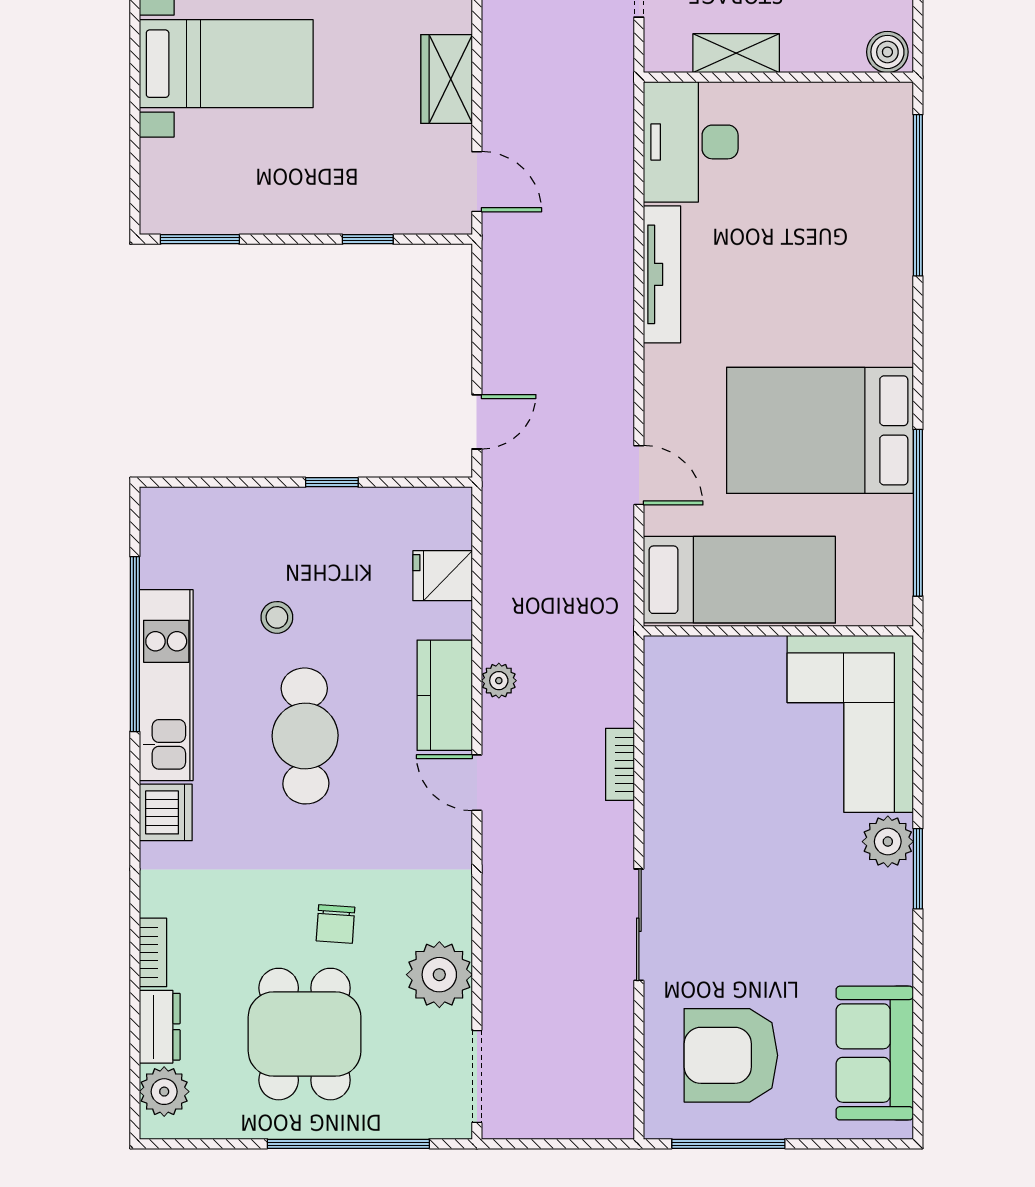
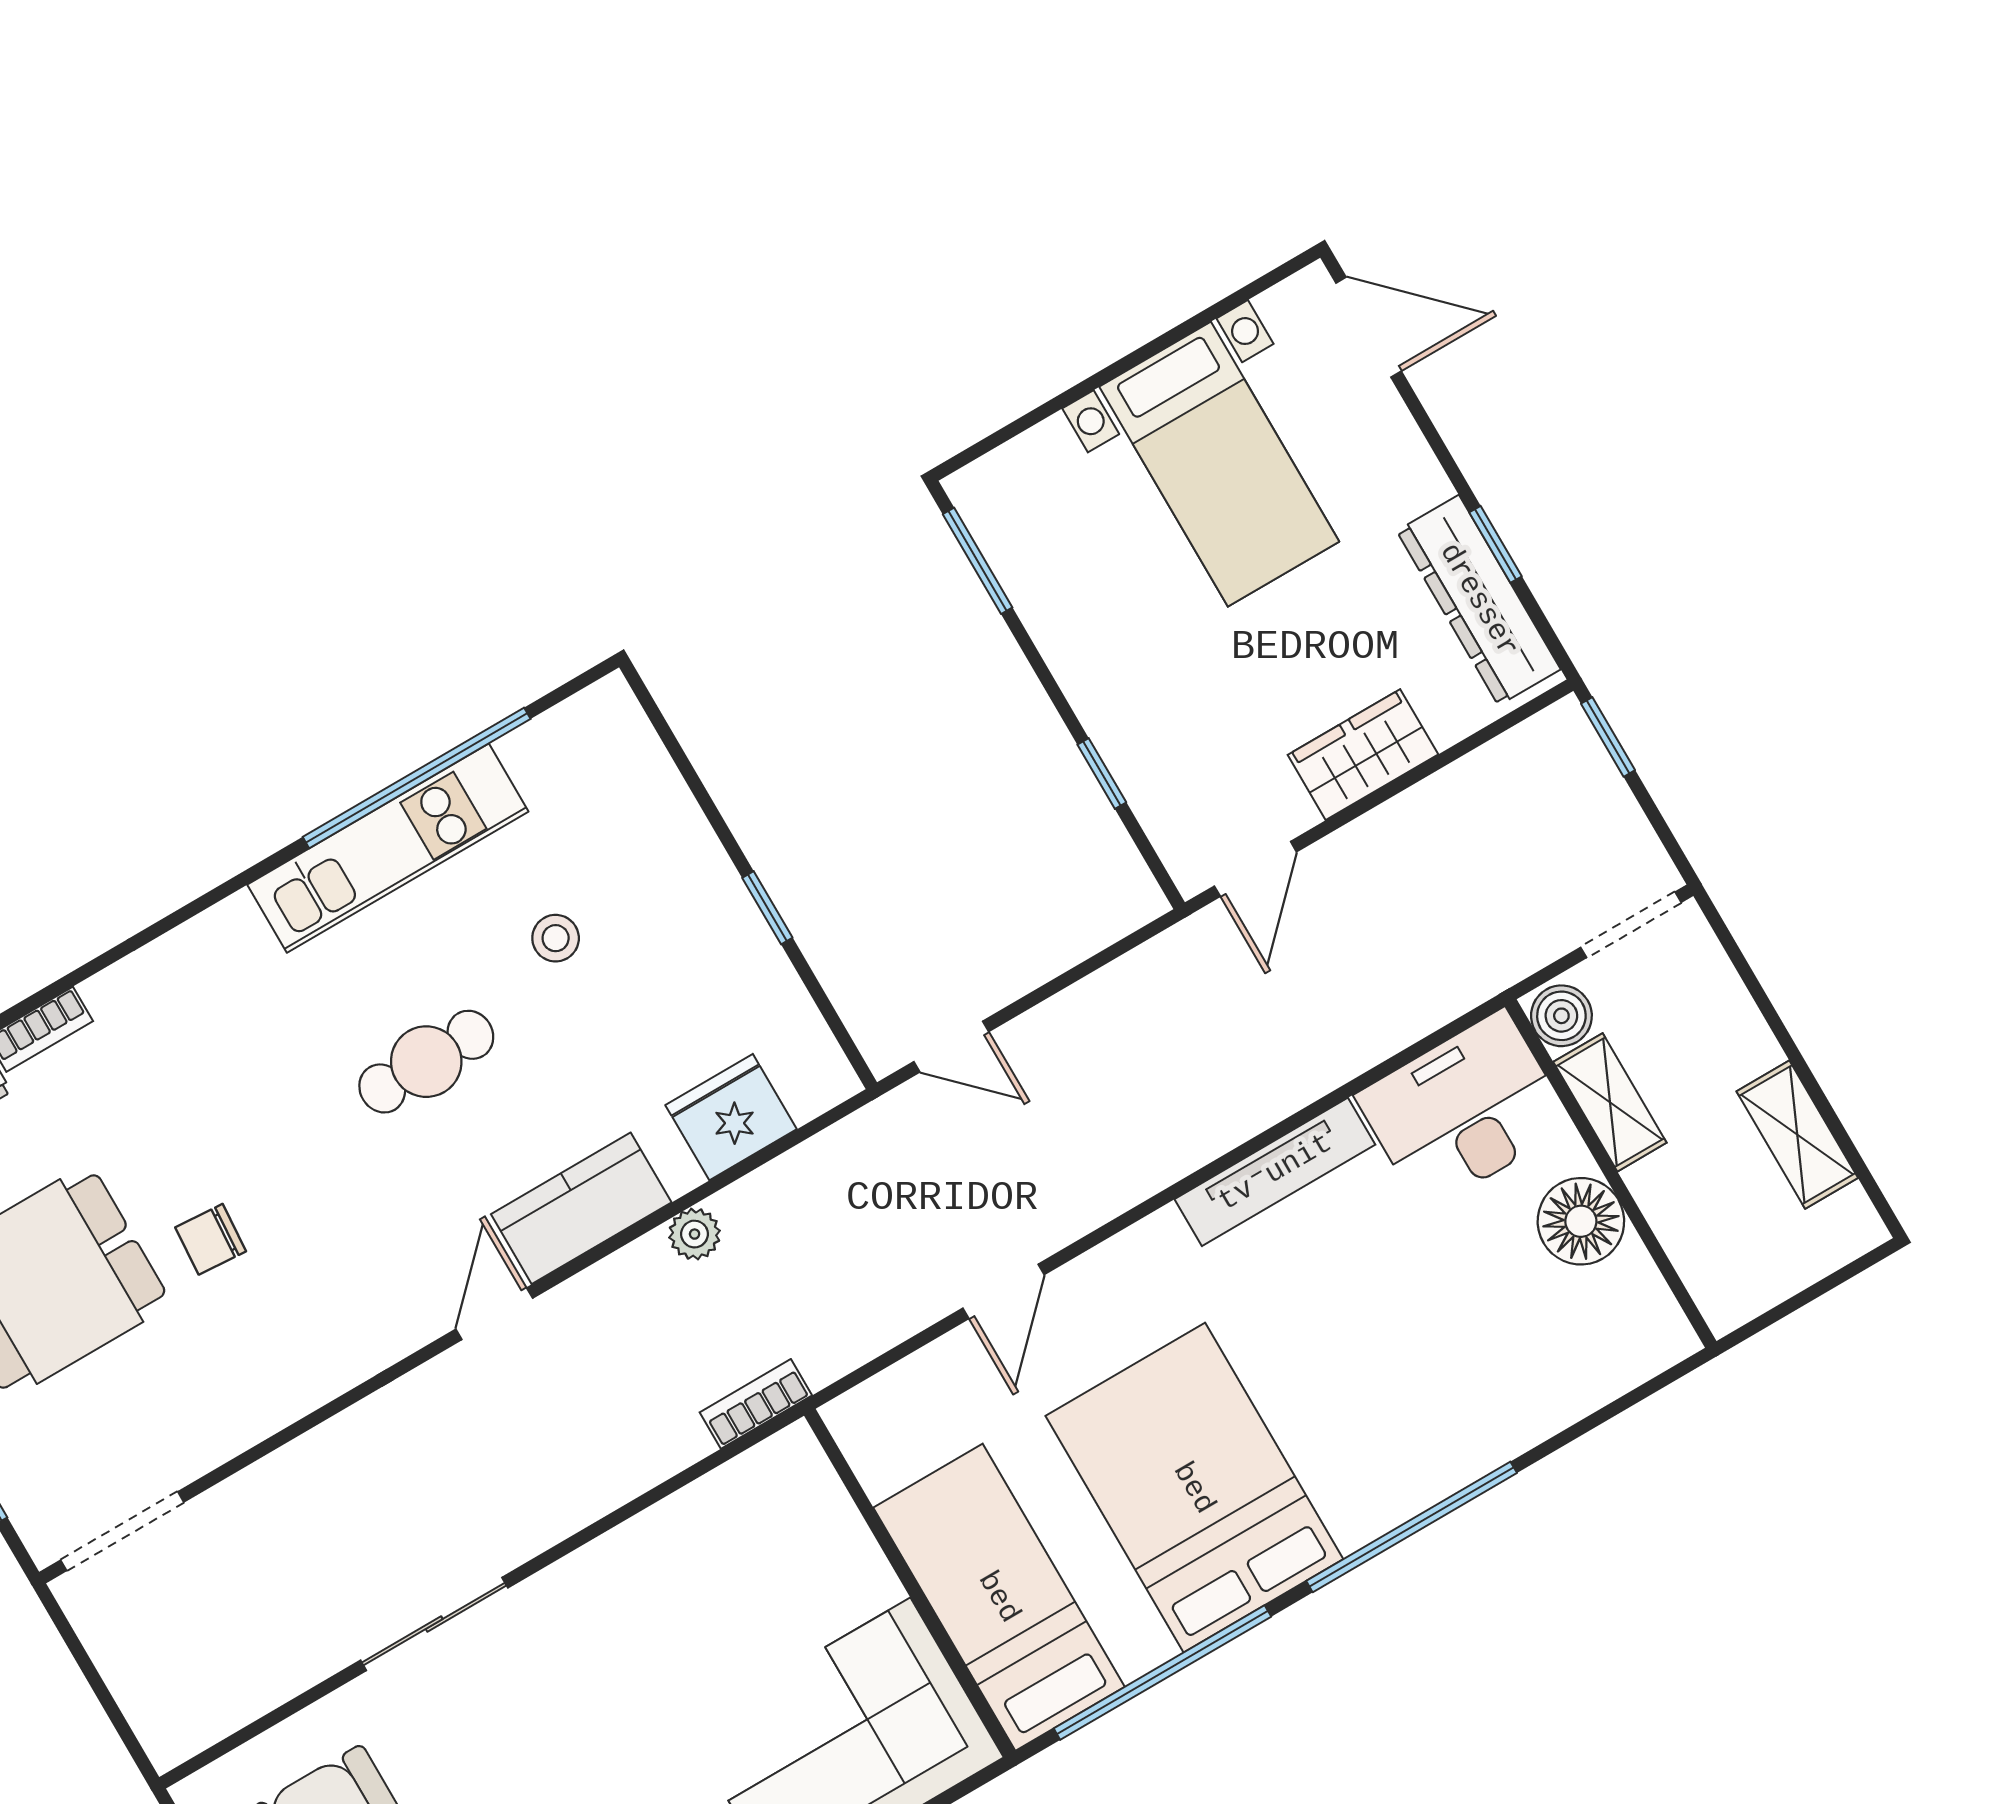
boiler: (887, 52) -> (1561, 1016), moved
floor lamp: (796, 111) -> (1581, 1221), added
window: (918, 195) -> (1412, 1527), moved
fridge: (443, 576) -> (731, 1117), width x1.38
bed: (739, 580) -> (999, 1597), moved, turned 180
plant: (499, 681) -> (695, 1234), moved
cafe table: (305, 736) -> (426, 1062), width x0.73, depth x0.74
bookcase: (620, 764) -> (756, 1404), moved
dishwasher: (166, 812) -> (226, 942), removed
plant: (439, 975) -> (223, 1408), removed

